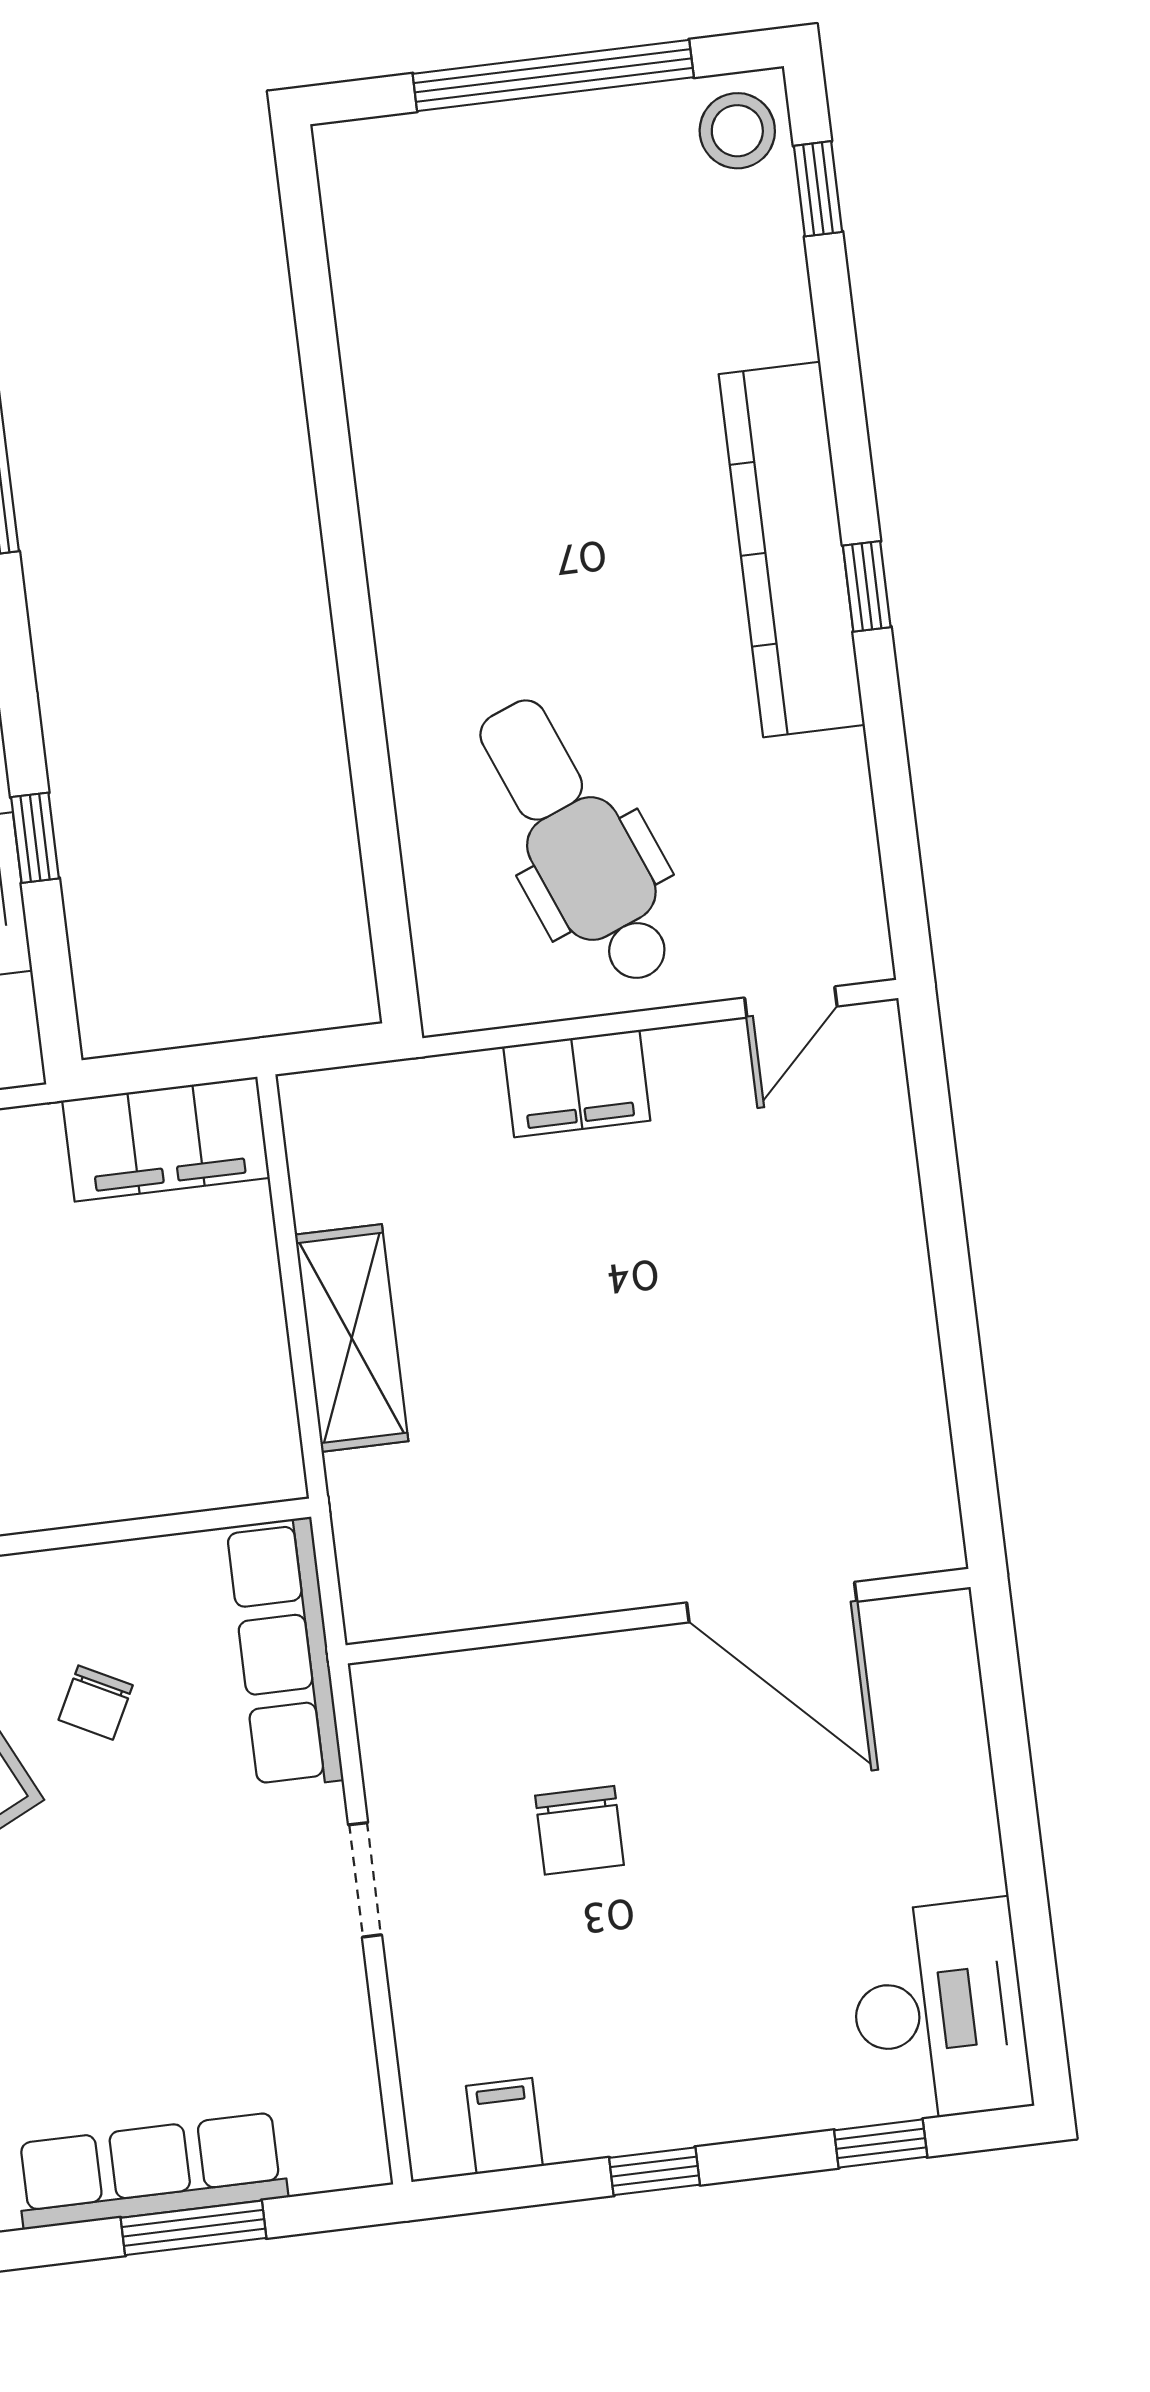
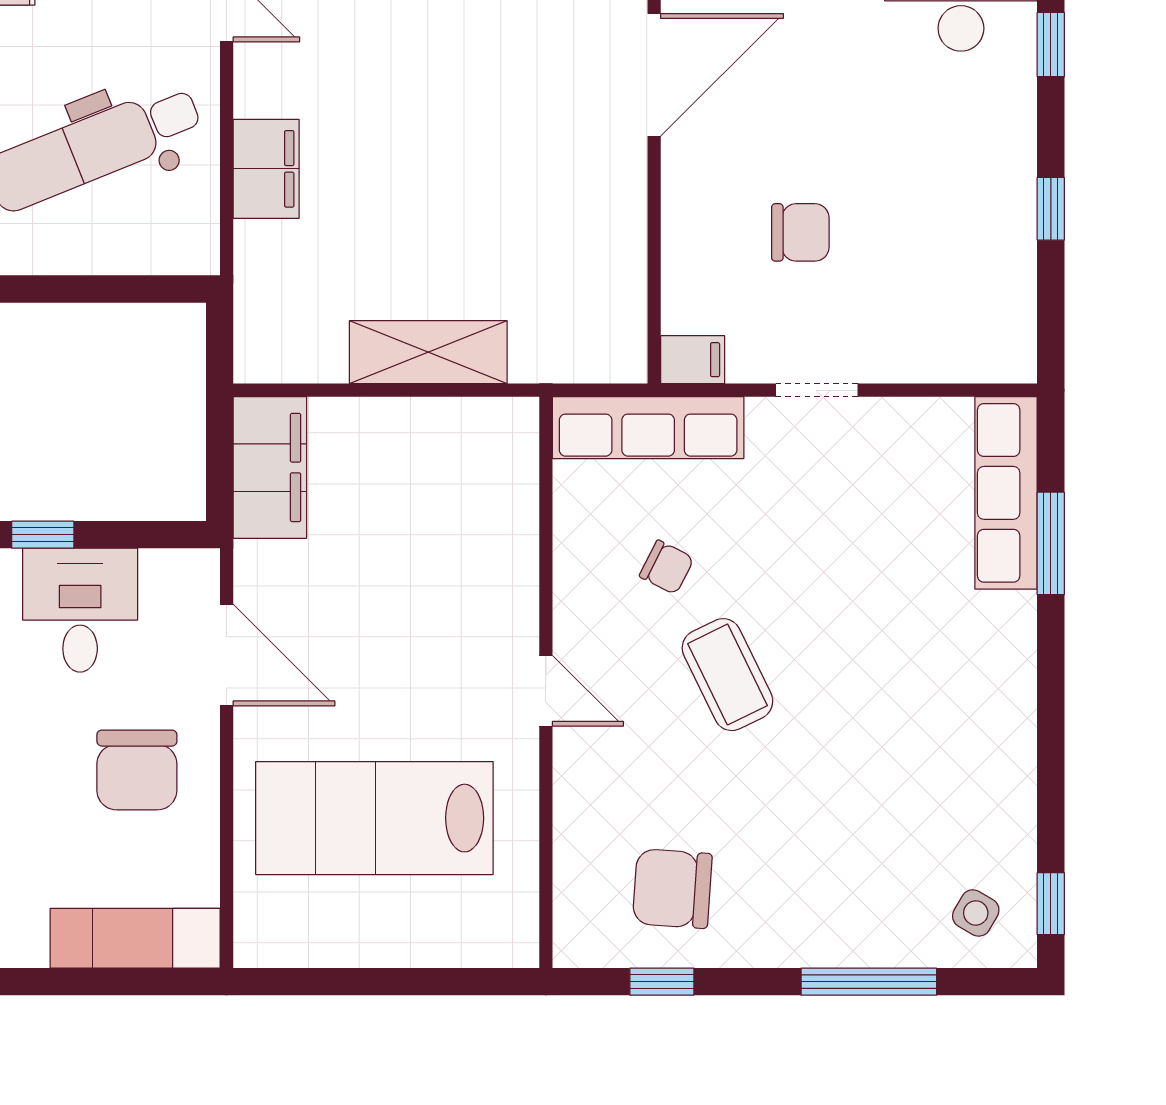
filing cabinet: (504, 2126) -> (693, 360), moved, turned 180
row of seats: (151, 2171) -> (1006, 493), moved

